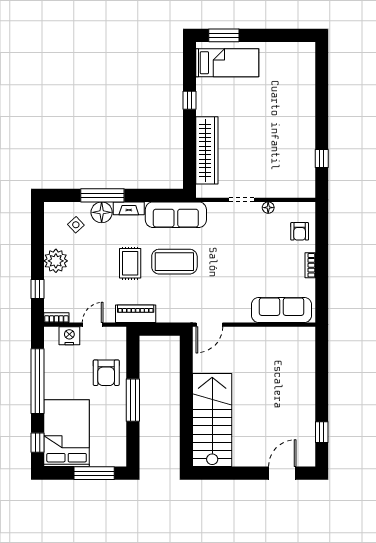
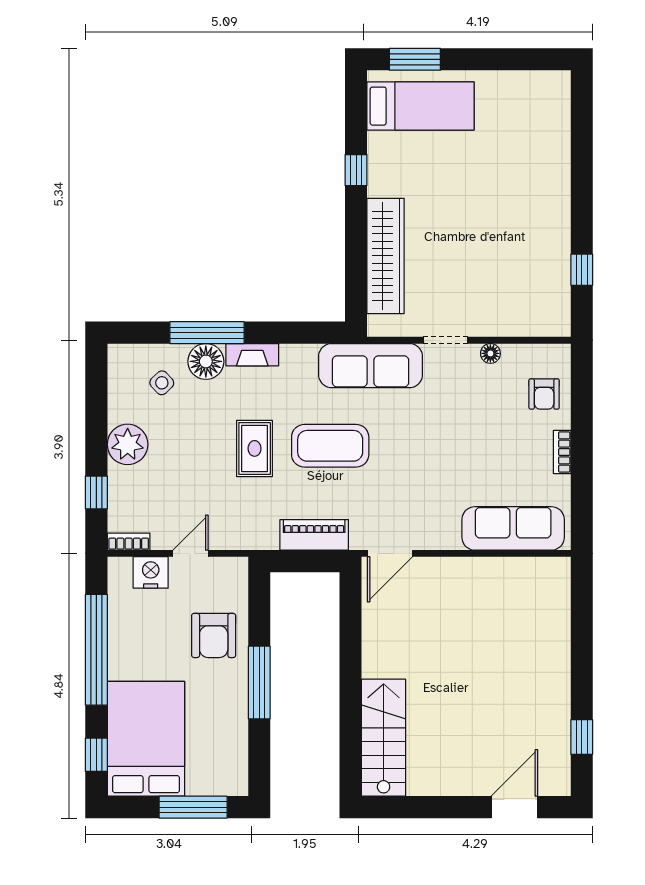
sofa: (176, 215) -> (371, 366), moved
piano: (136, 314) -> (314, 535), moved
stairs: (212, 420) -> (384, 738), width x0.73, depth x0.66

